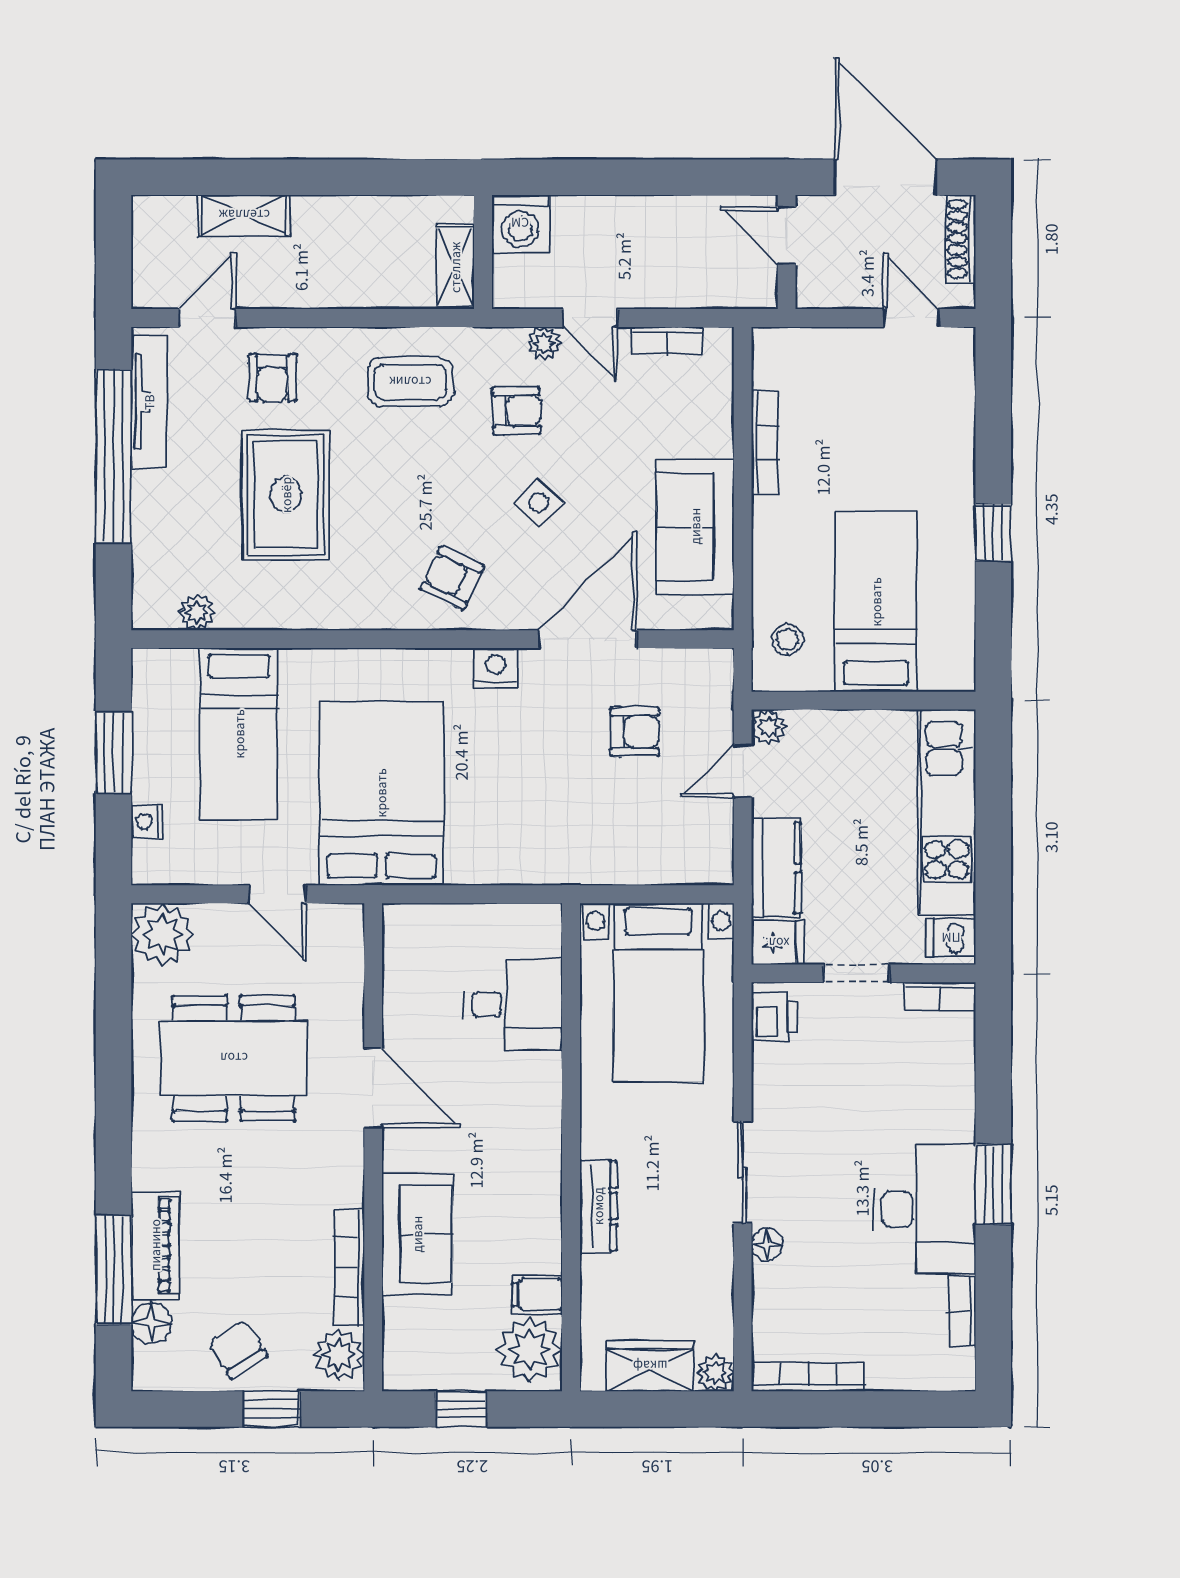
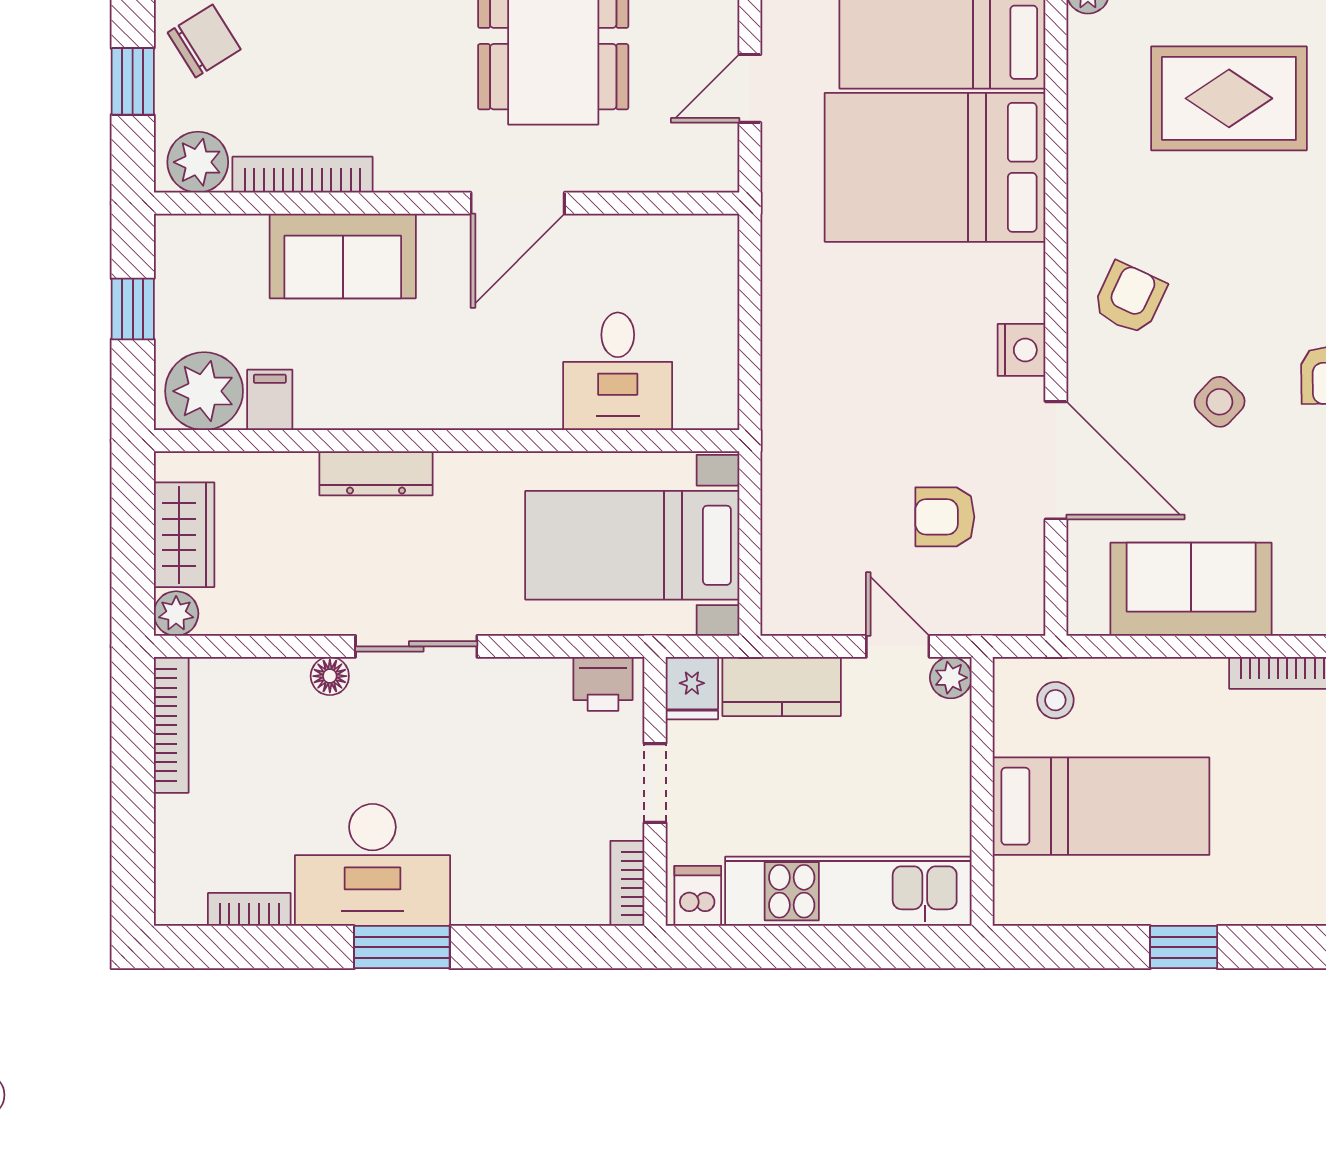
armchair: (635, 732) -> (945, 517), turned 90
bed: (381, 793) -> (935, 167), moved, turned 180

